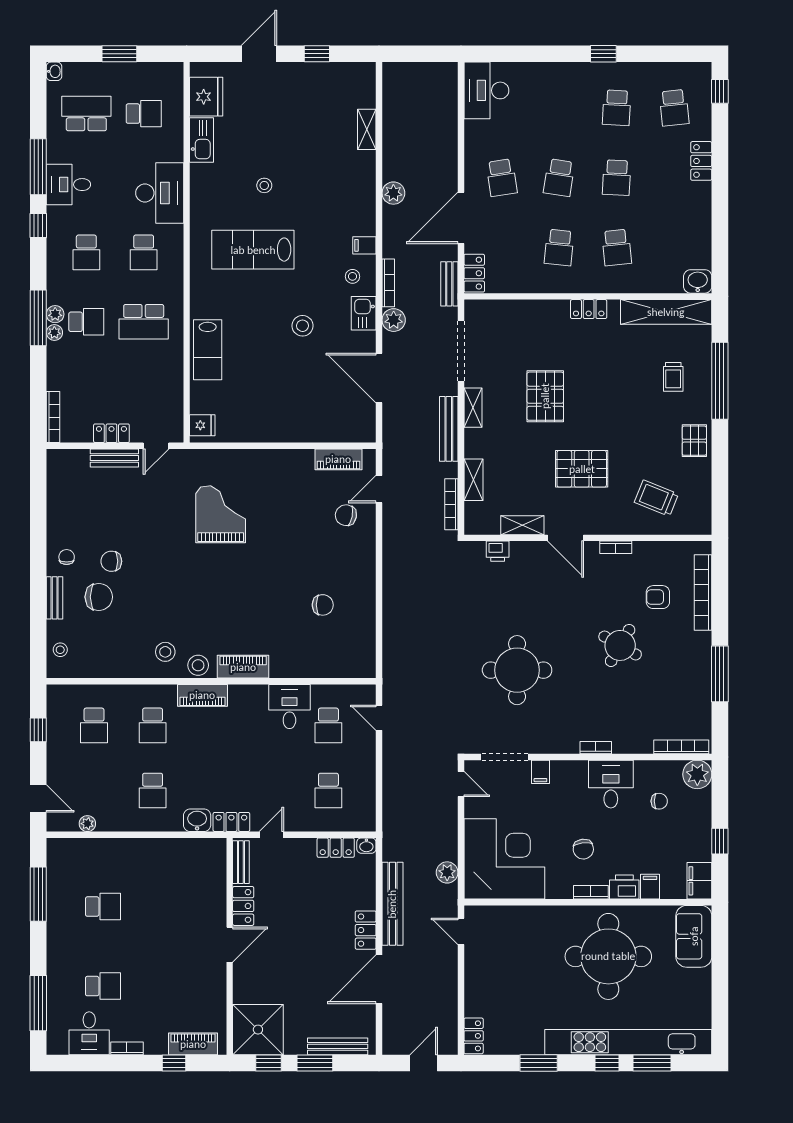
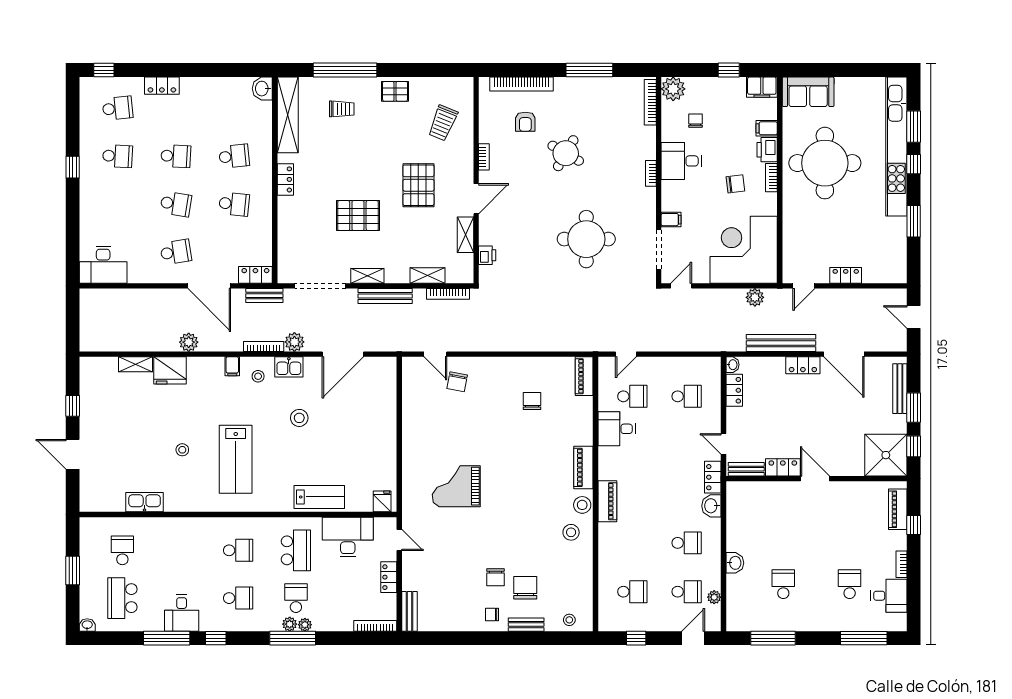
fridge: (206, 97) -> (170, 370), moved, turned 180
desk: (160, 193) -> (348, 537), moved
bench: (114, 458) -> (409, 611), moved
piano: (338, 459) -> (584, 376), moved, turned 180
school desk: (153, 725) -> (687, 592), moved
washbasin: (129, 848) -> (735, 563), added
locker: (474, 1036) -> (846, 275), moved

